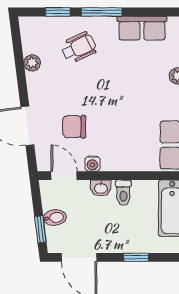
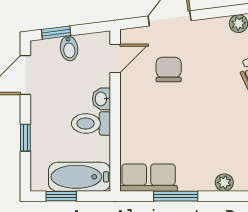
water cooler: (92, 164) -> (128, 90), removed
toilet: (123, 193) -> (91, 123), width x1.37, depth x1.39

